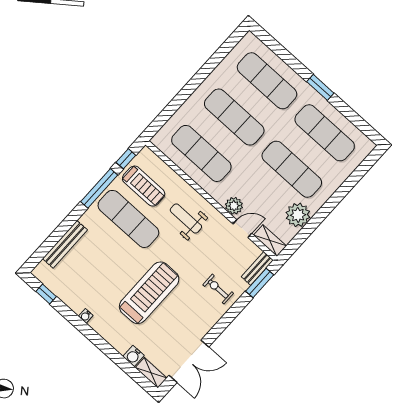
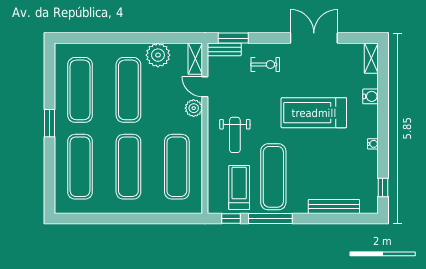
exercise bike: (218, 289) -> (265, 64), turned -90
water cooler: (134, 356) -> (370, 96), moved
double door: (189, 361) -> (314, 38), moved

